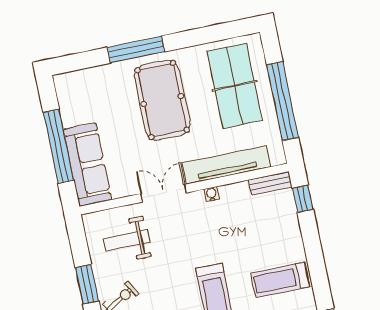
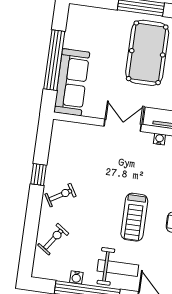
weight bench: (127, 240) -> (81, 152), removed
window: (87, 284) -> (38, 175), width x0.67

